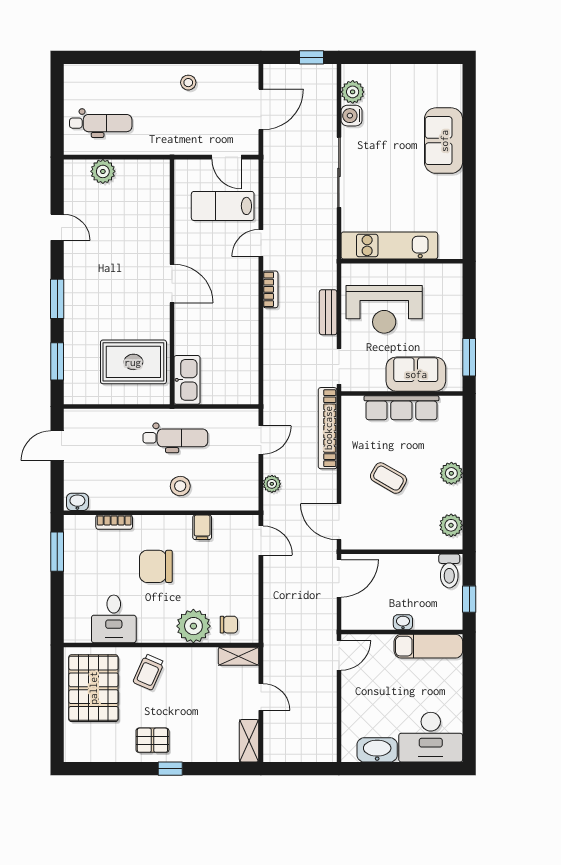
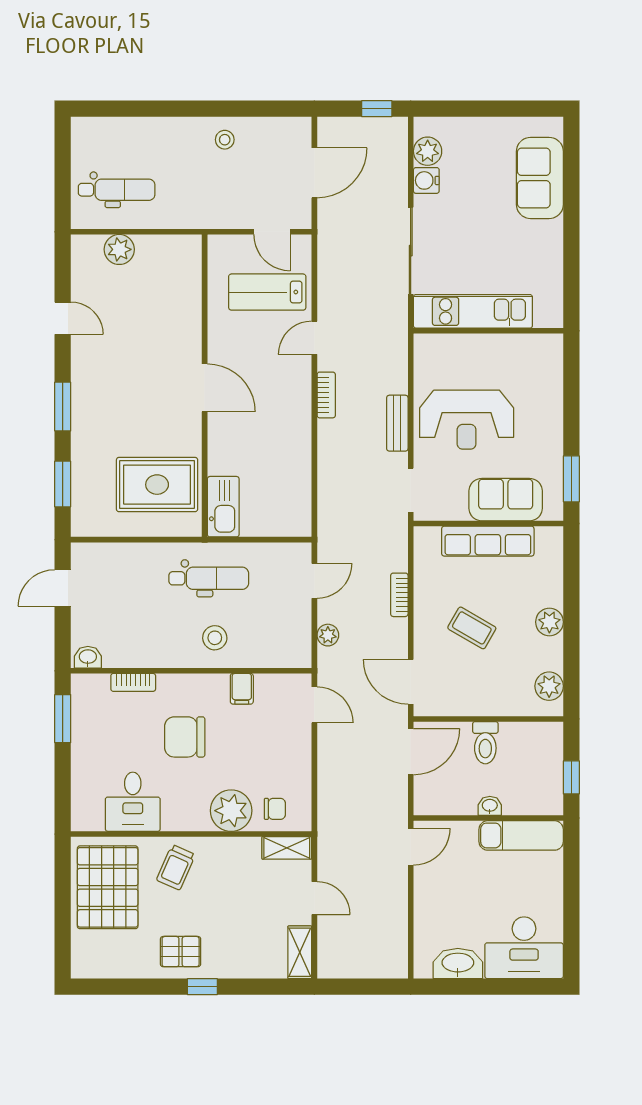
sofa: (444, 141) -> (540, 178), moved
kitchen unit: (389, 245) -> (473, 311), moved
wall: (402, 261) -> (488, 331), moved
bookcase: (328, 428) -> (399, 595), width x0.43, depth x0.76
toilet: (449, 571) -> (485, 743), moved

